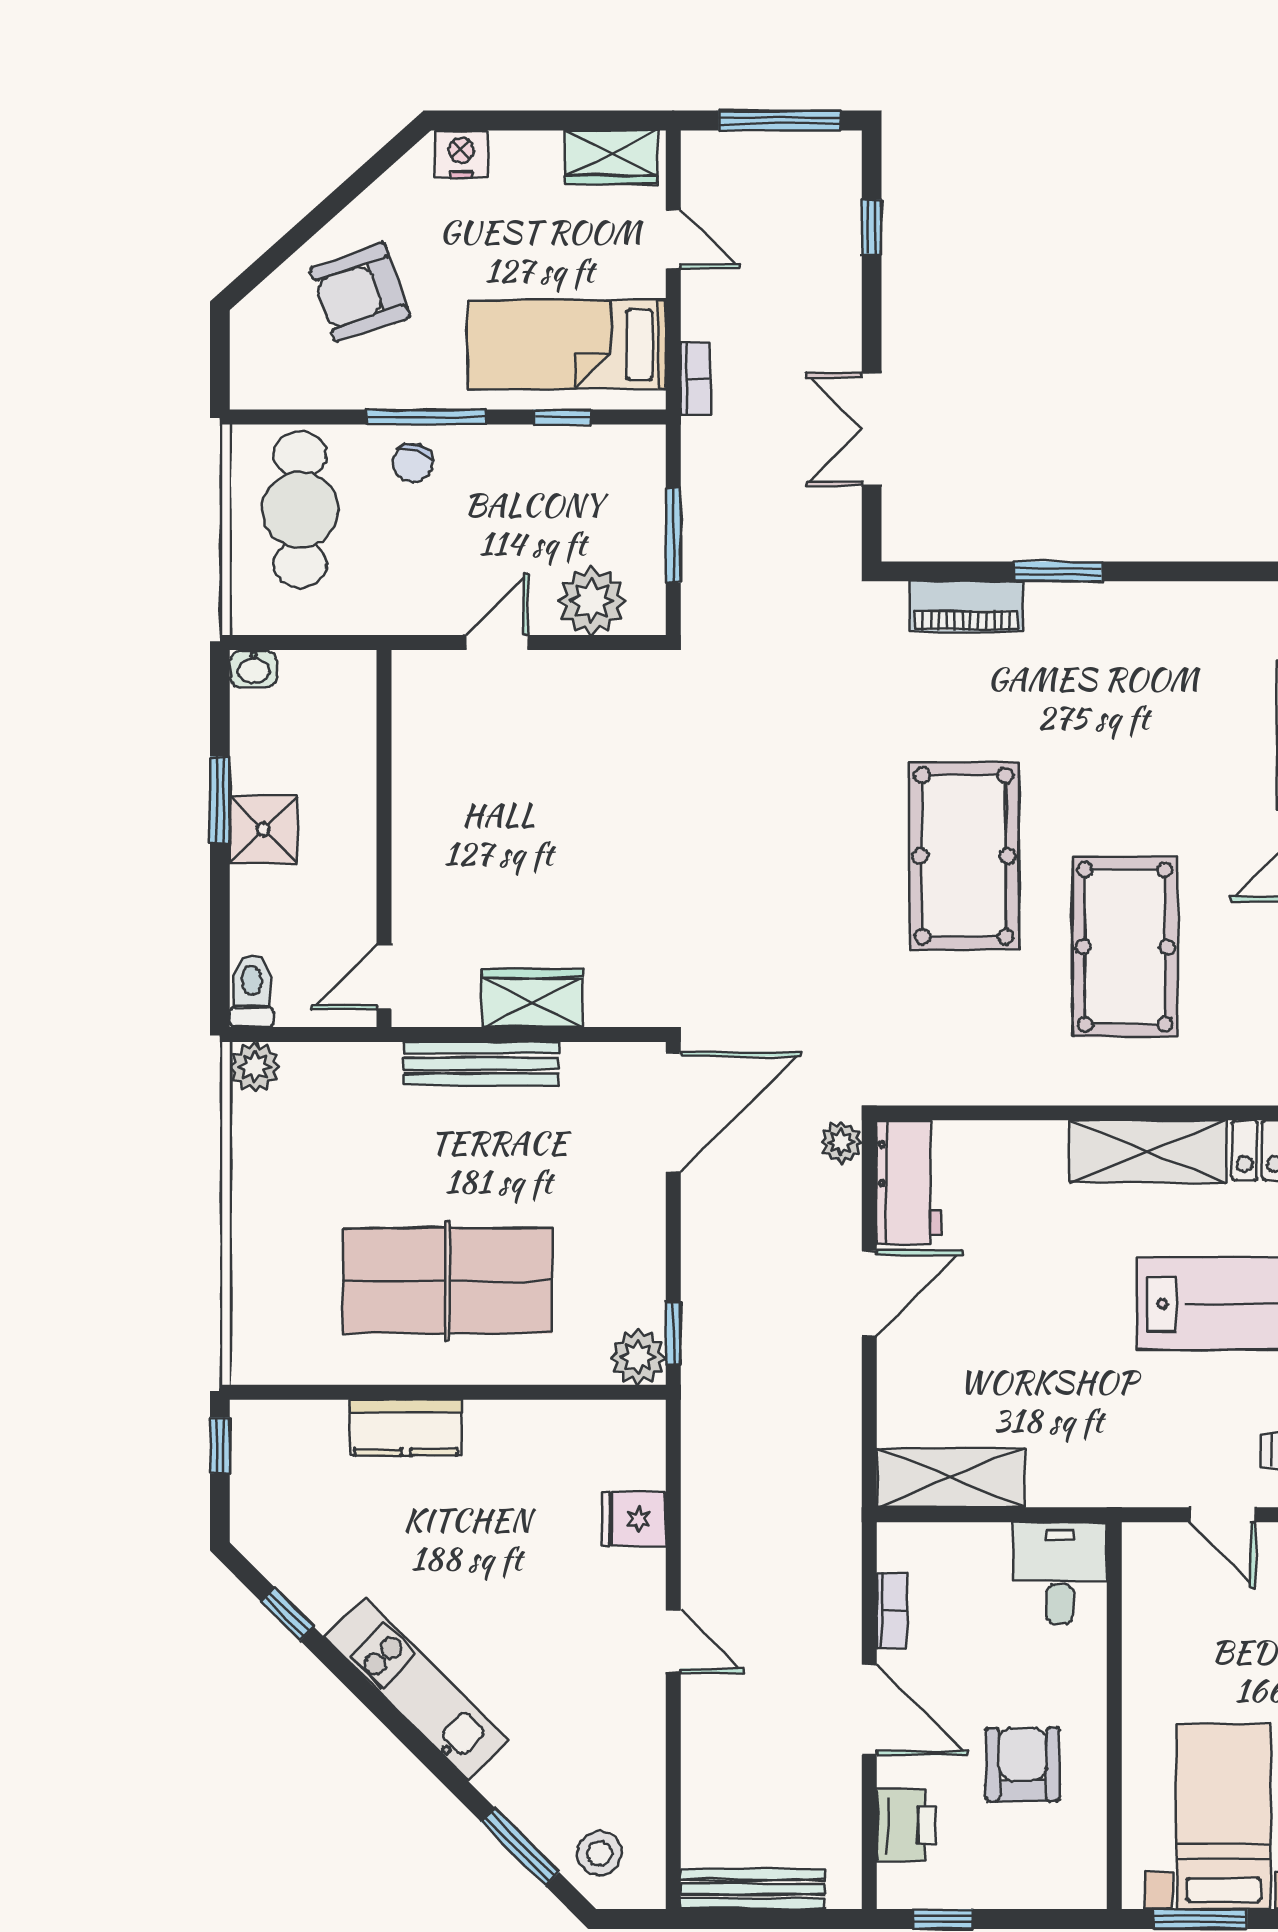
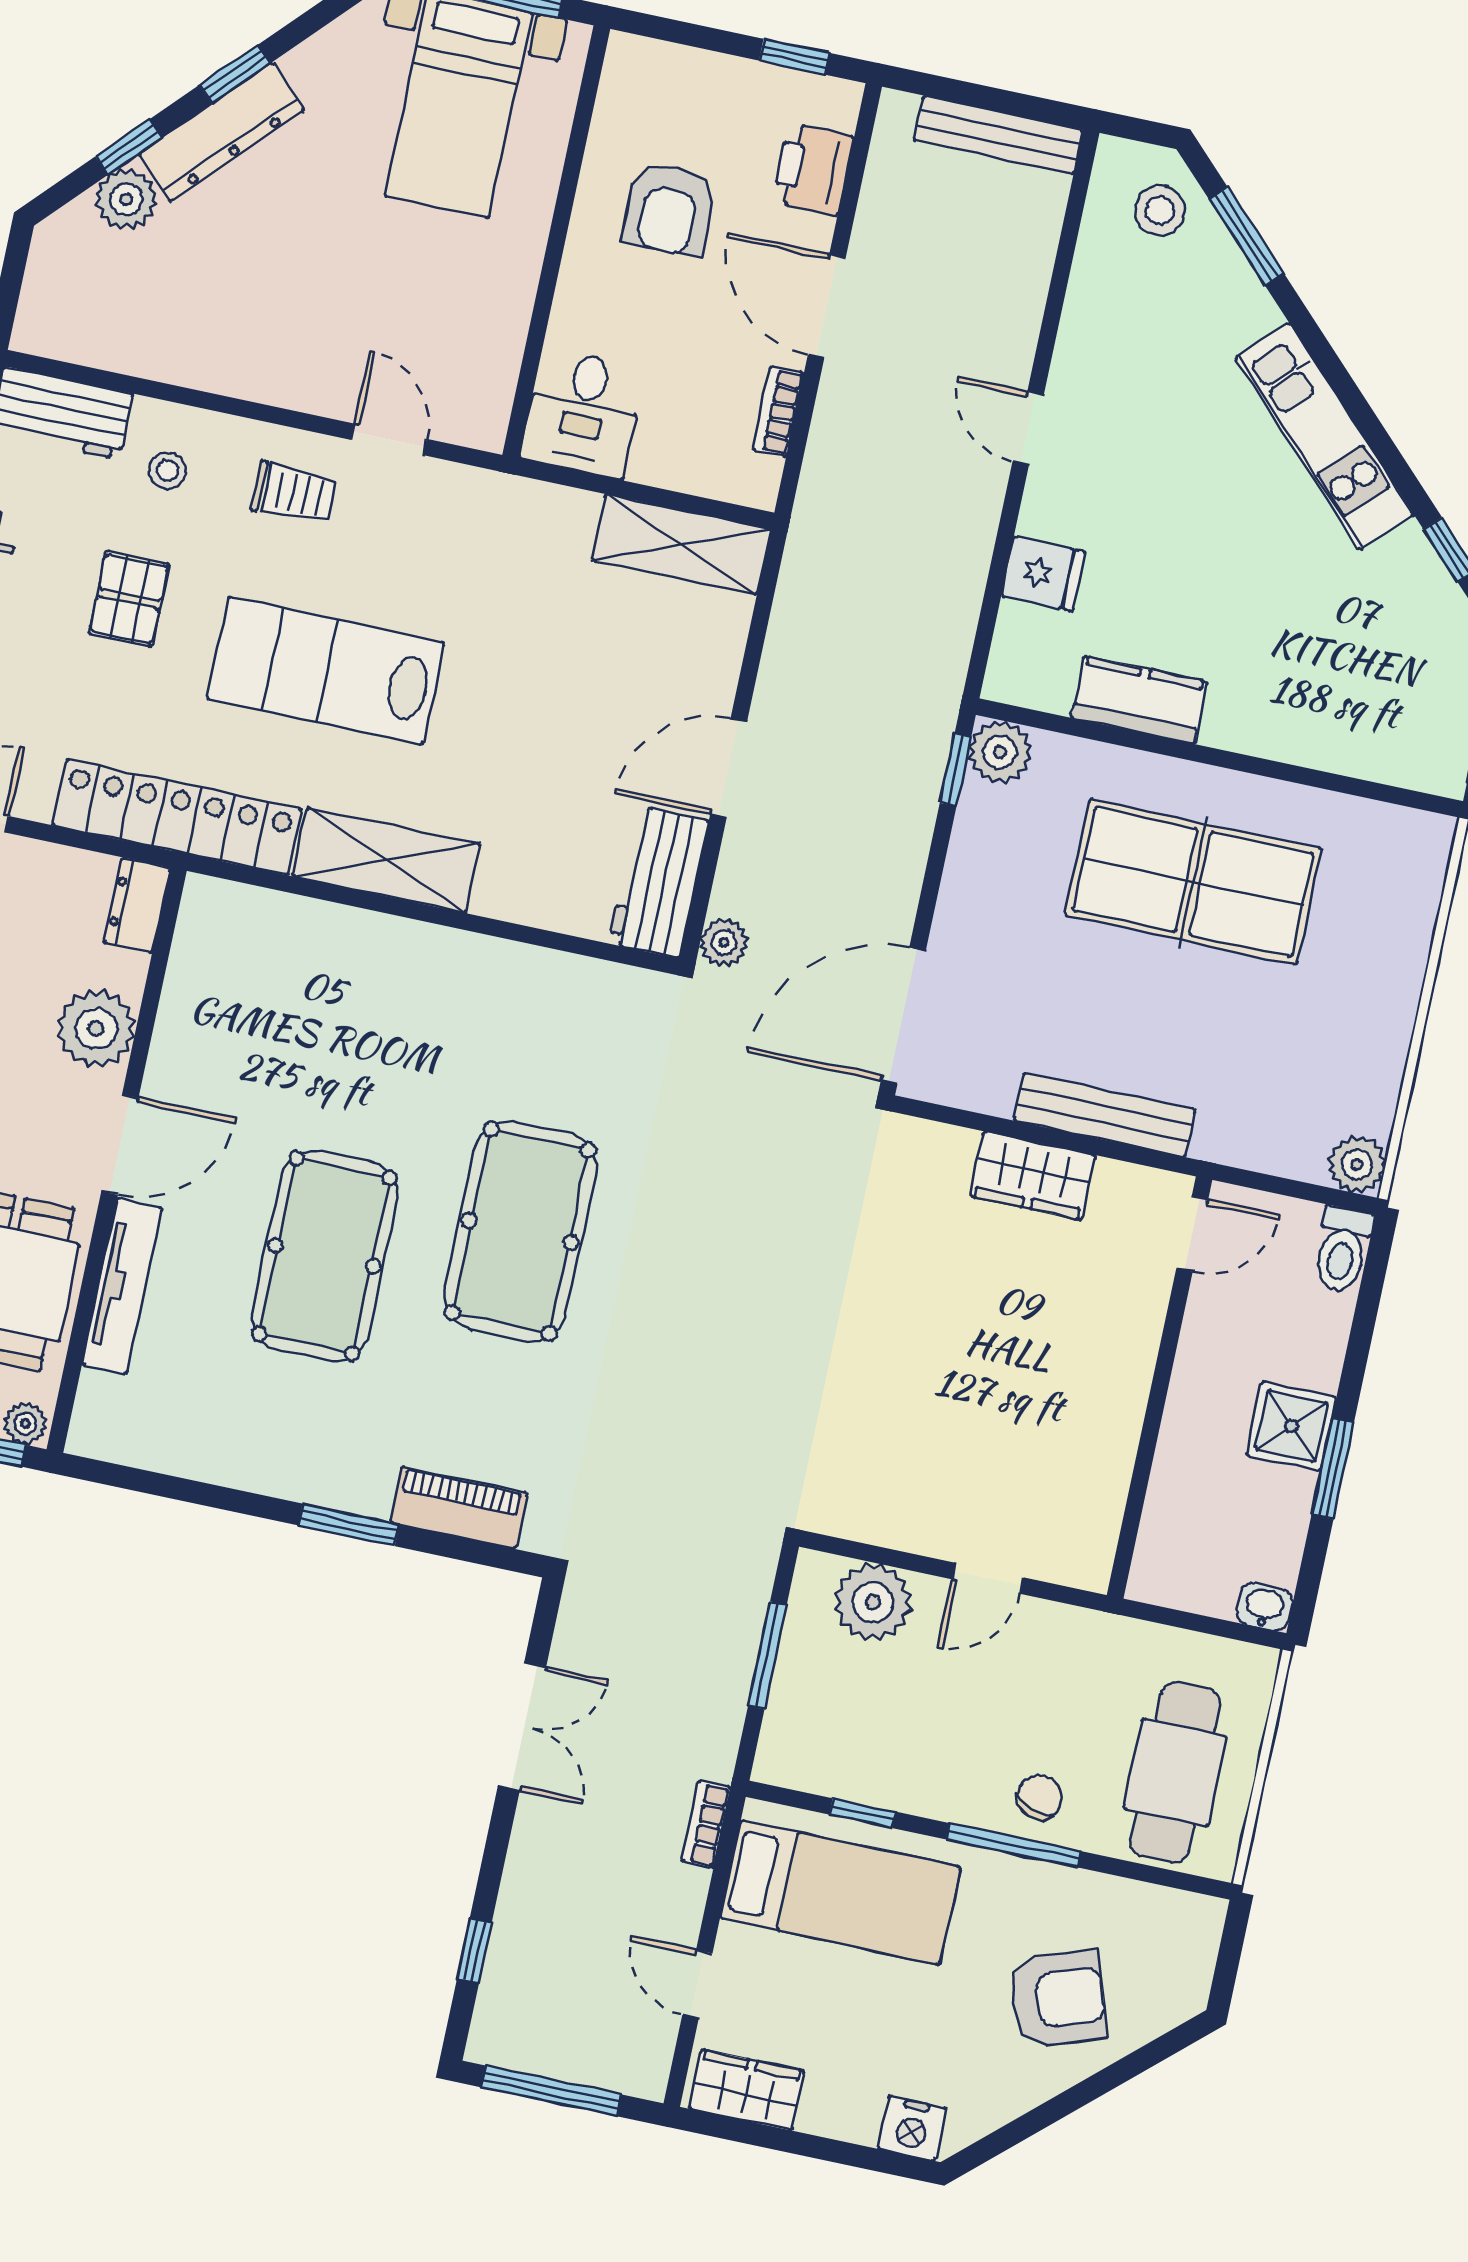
pool table: (1125, 947) -> (325, 1256), moved
kitchen counter: (406, 1428) -> (1139, 700), moved

